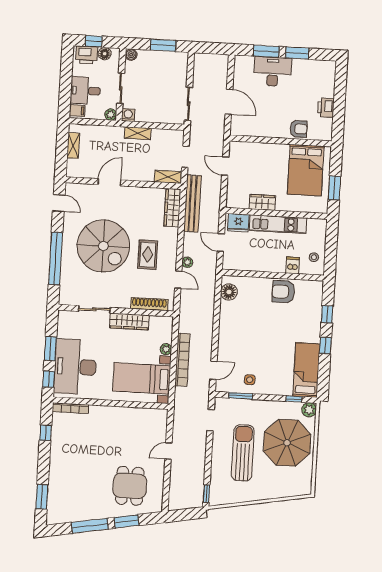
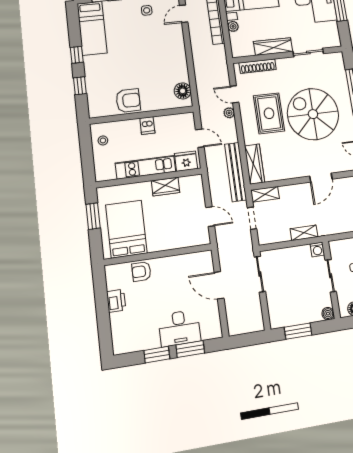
plant: (111, 115) -> (335, 246), removed
rug: (148, 255) -> (269, 113), width x1.36, depth x1.43
dishwasher: (293, 265) -> (147, 126), moved

